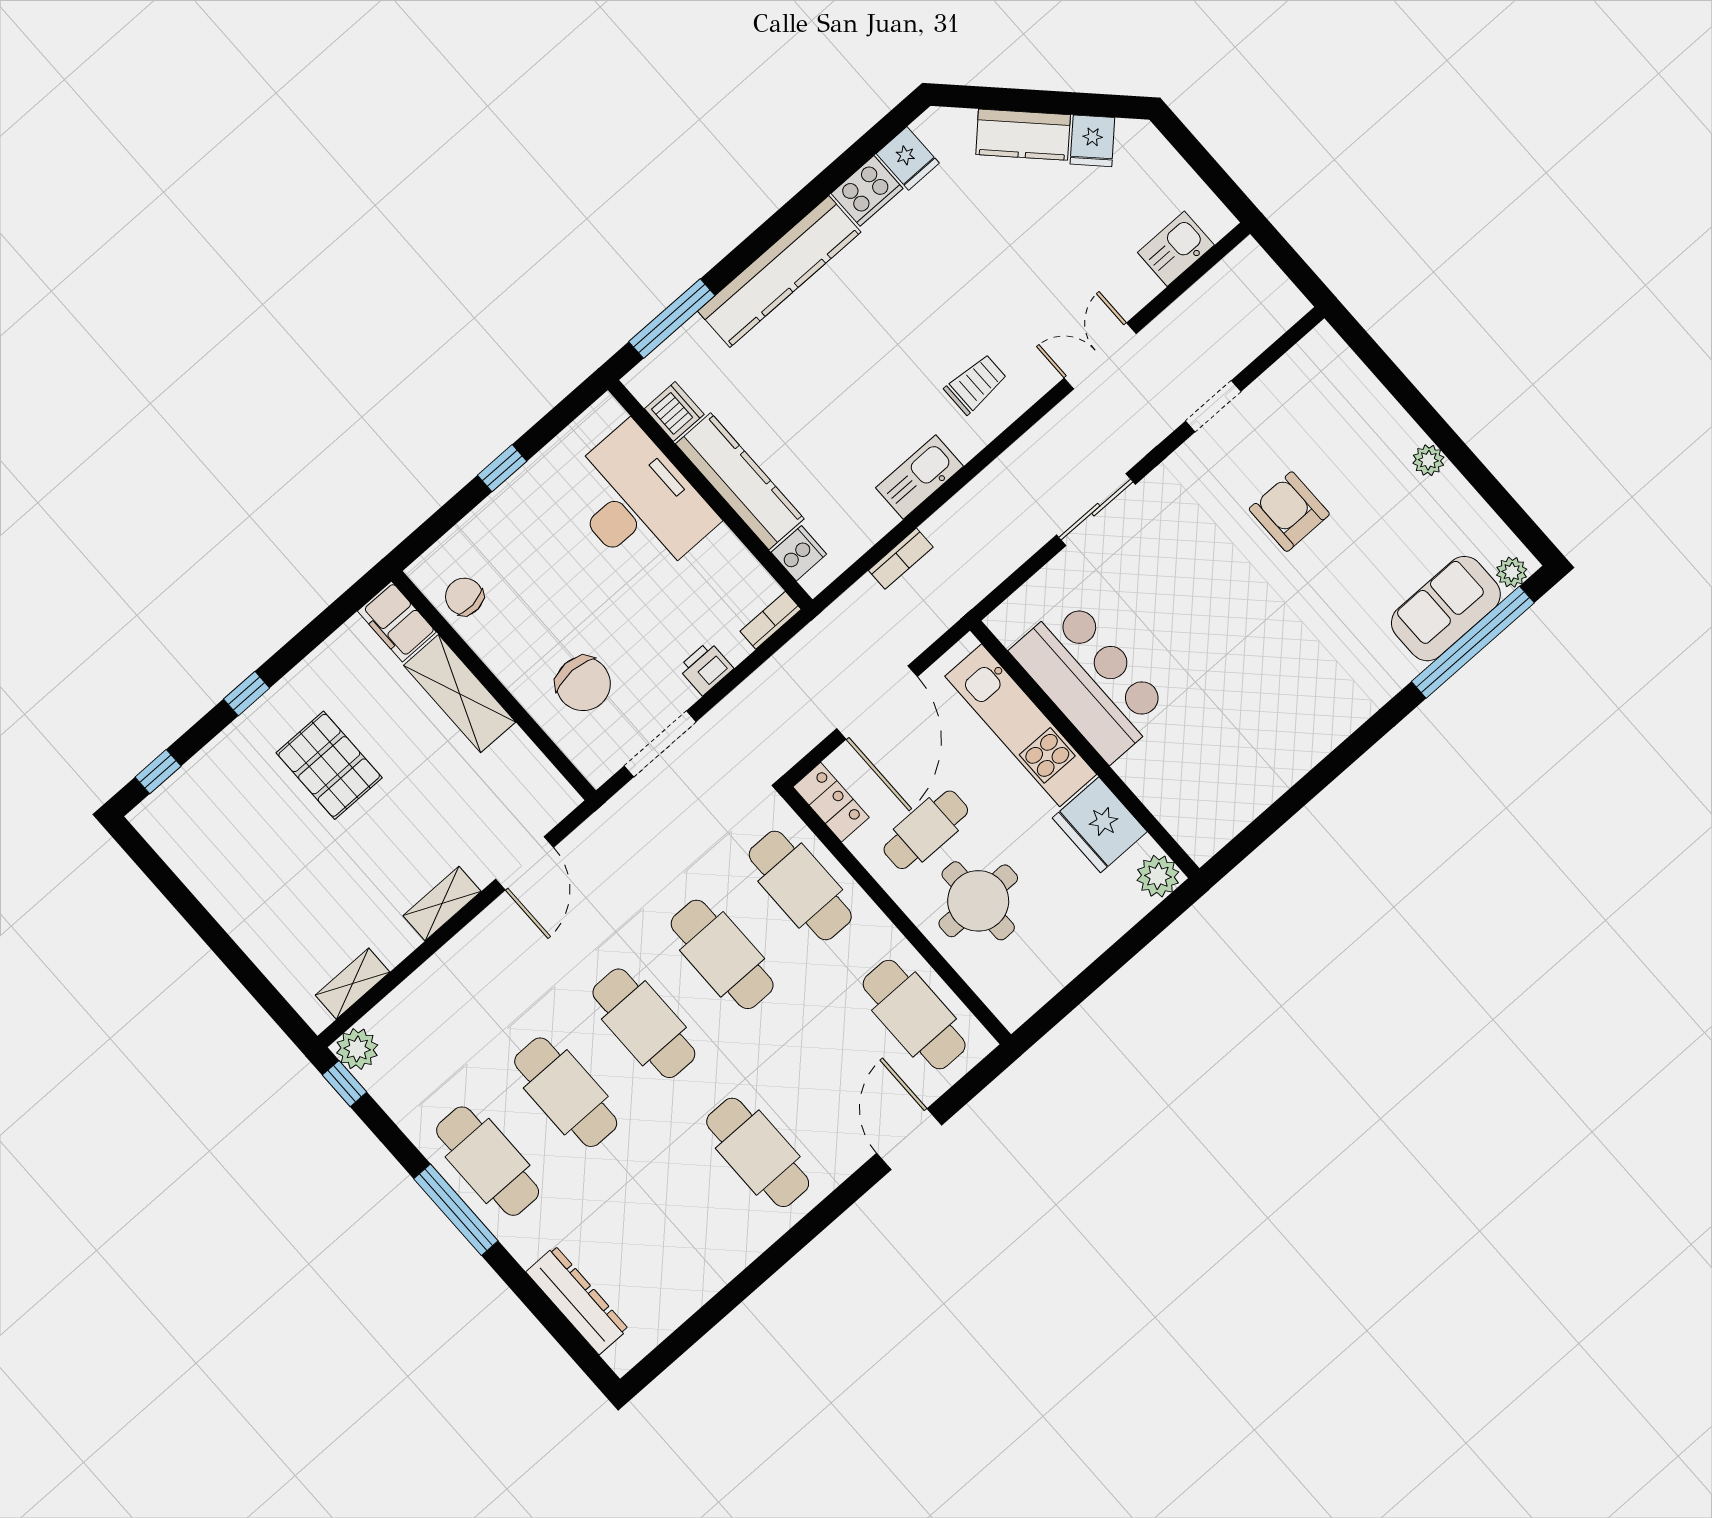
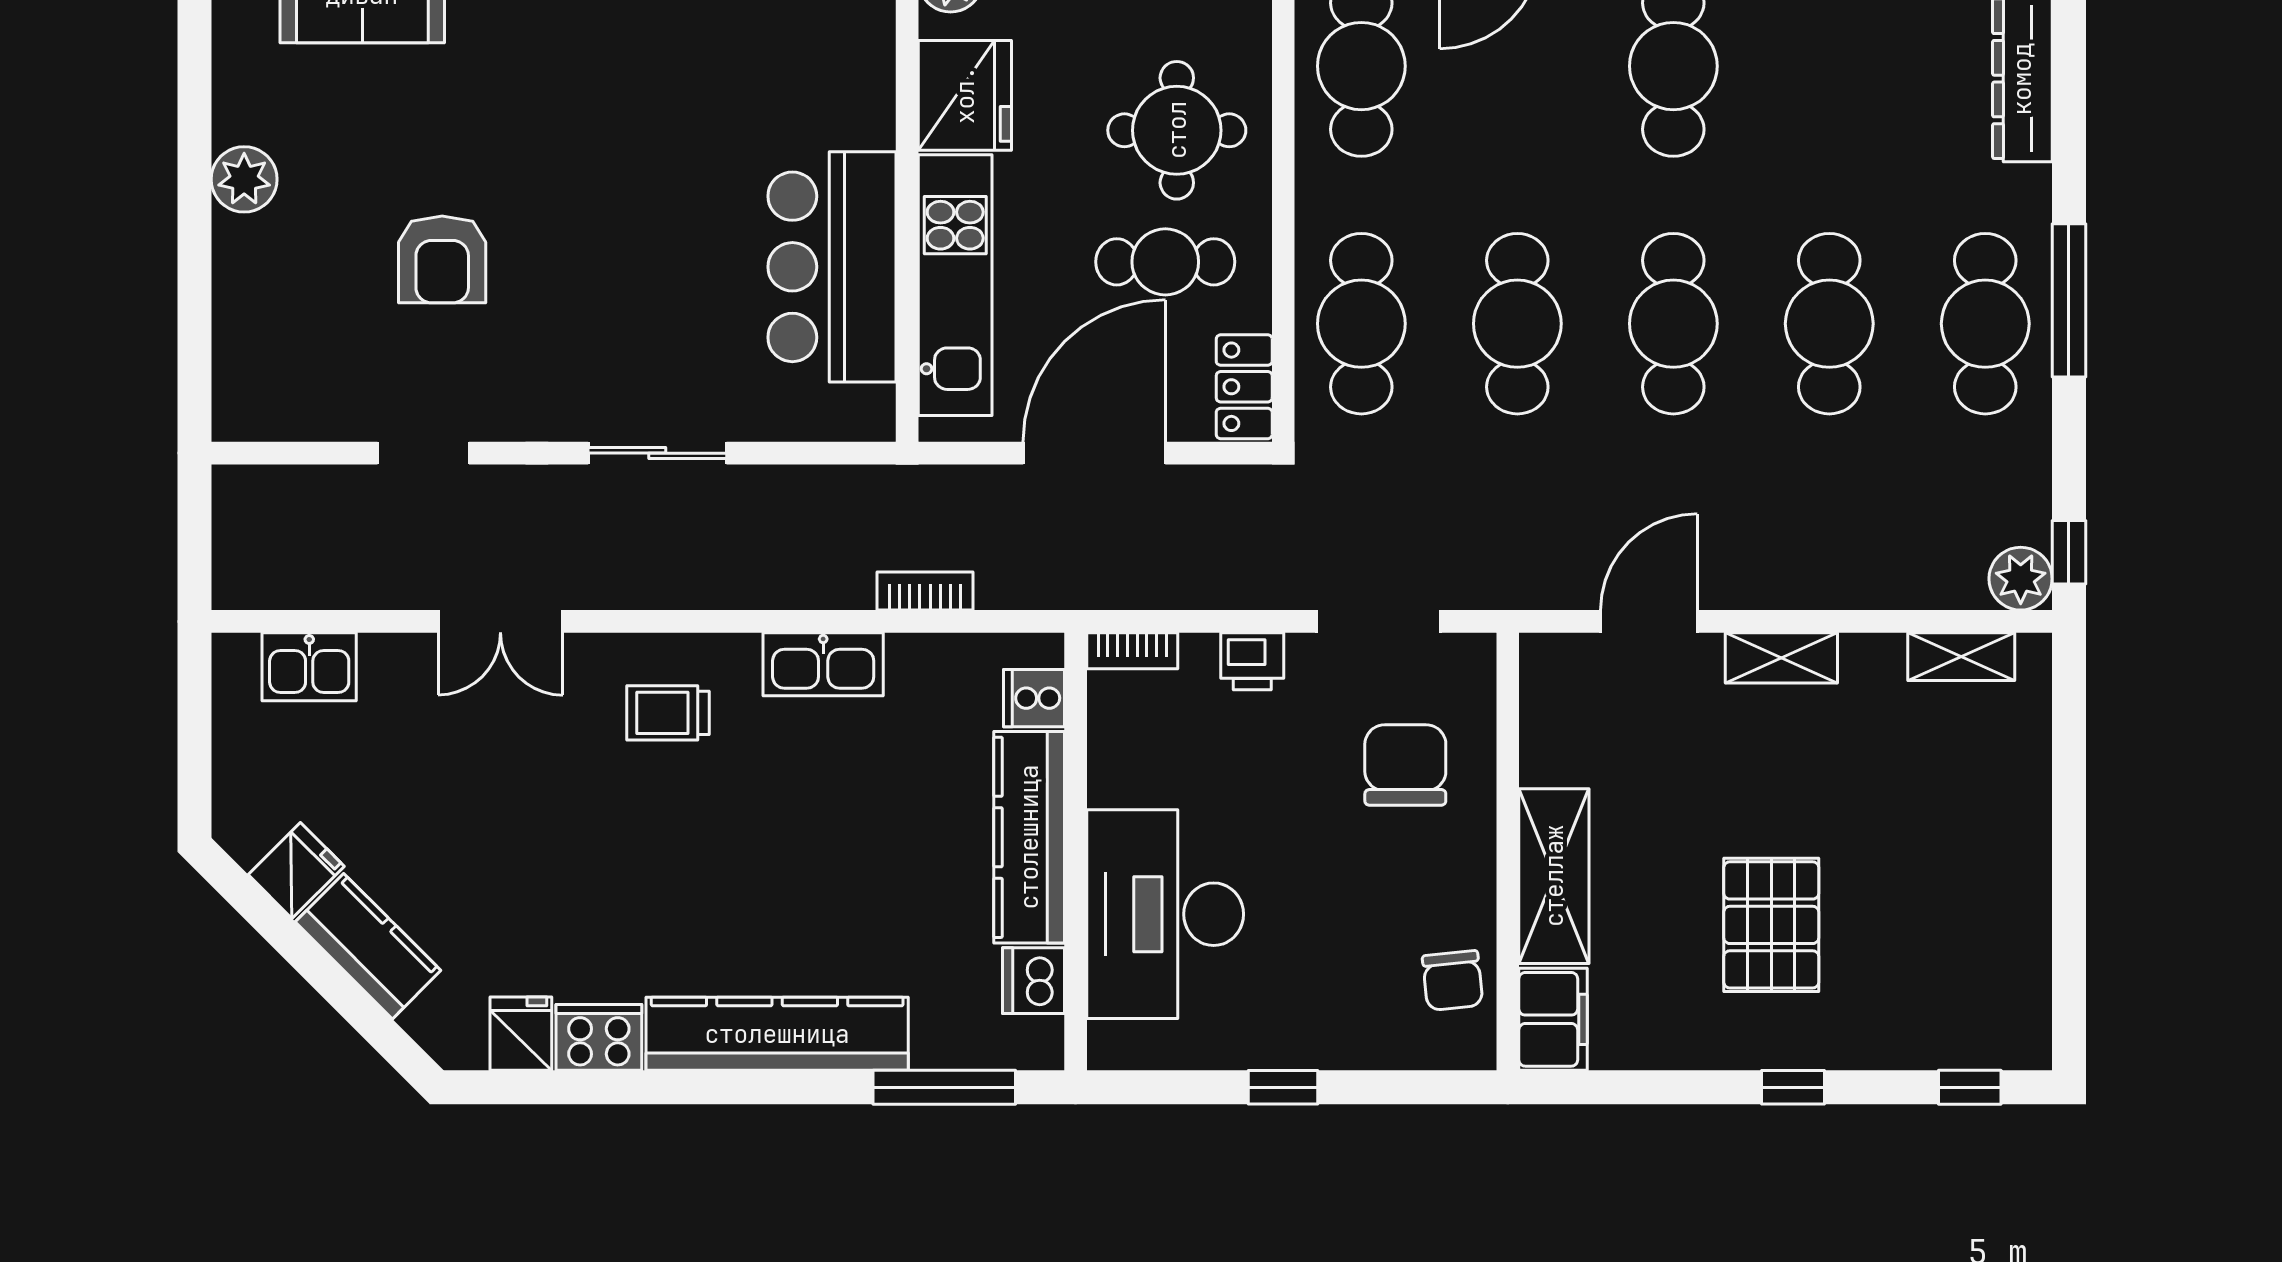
plant: (1428, 460) -> (244, 179), width x1.38, depth x1.38

